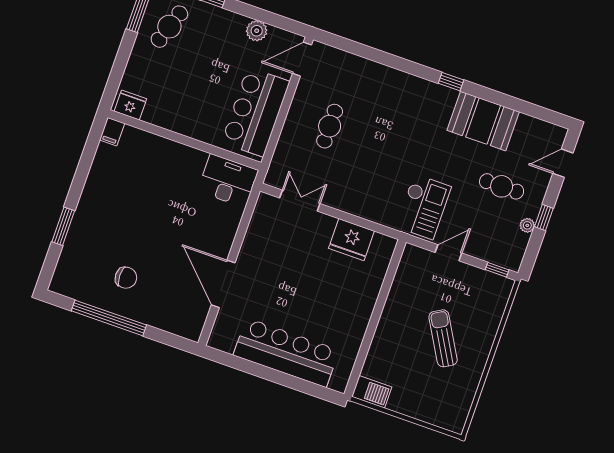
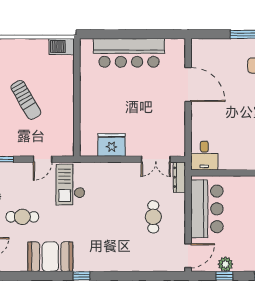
window: (263, 16) -> (224, 276), added
dresser: (277, 166) -> (179, 177), added
desk: (228, 181) -> (204, 156), width x0.73

